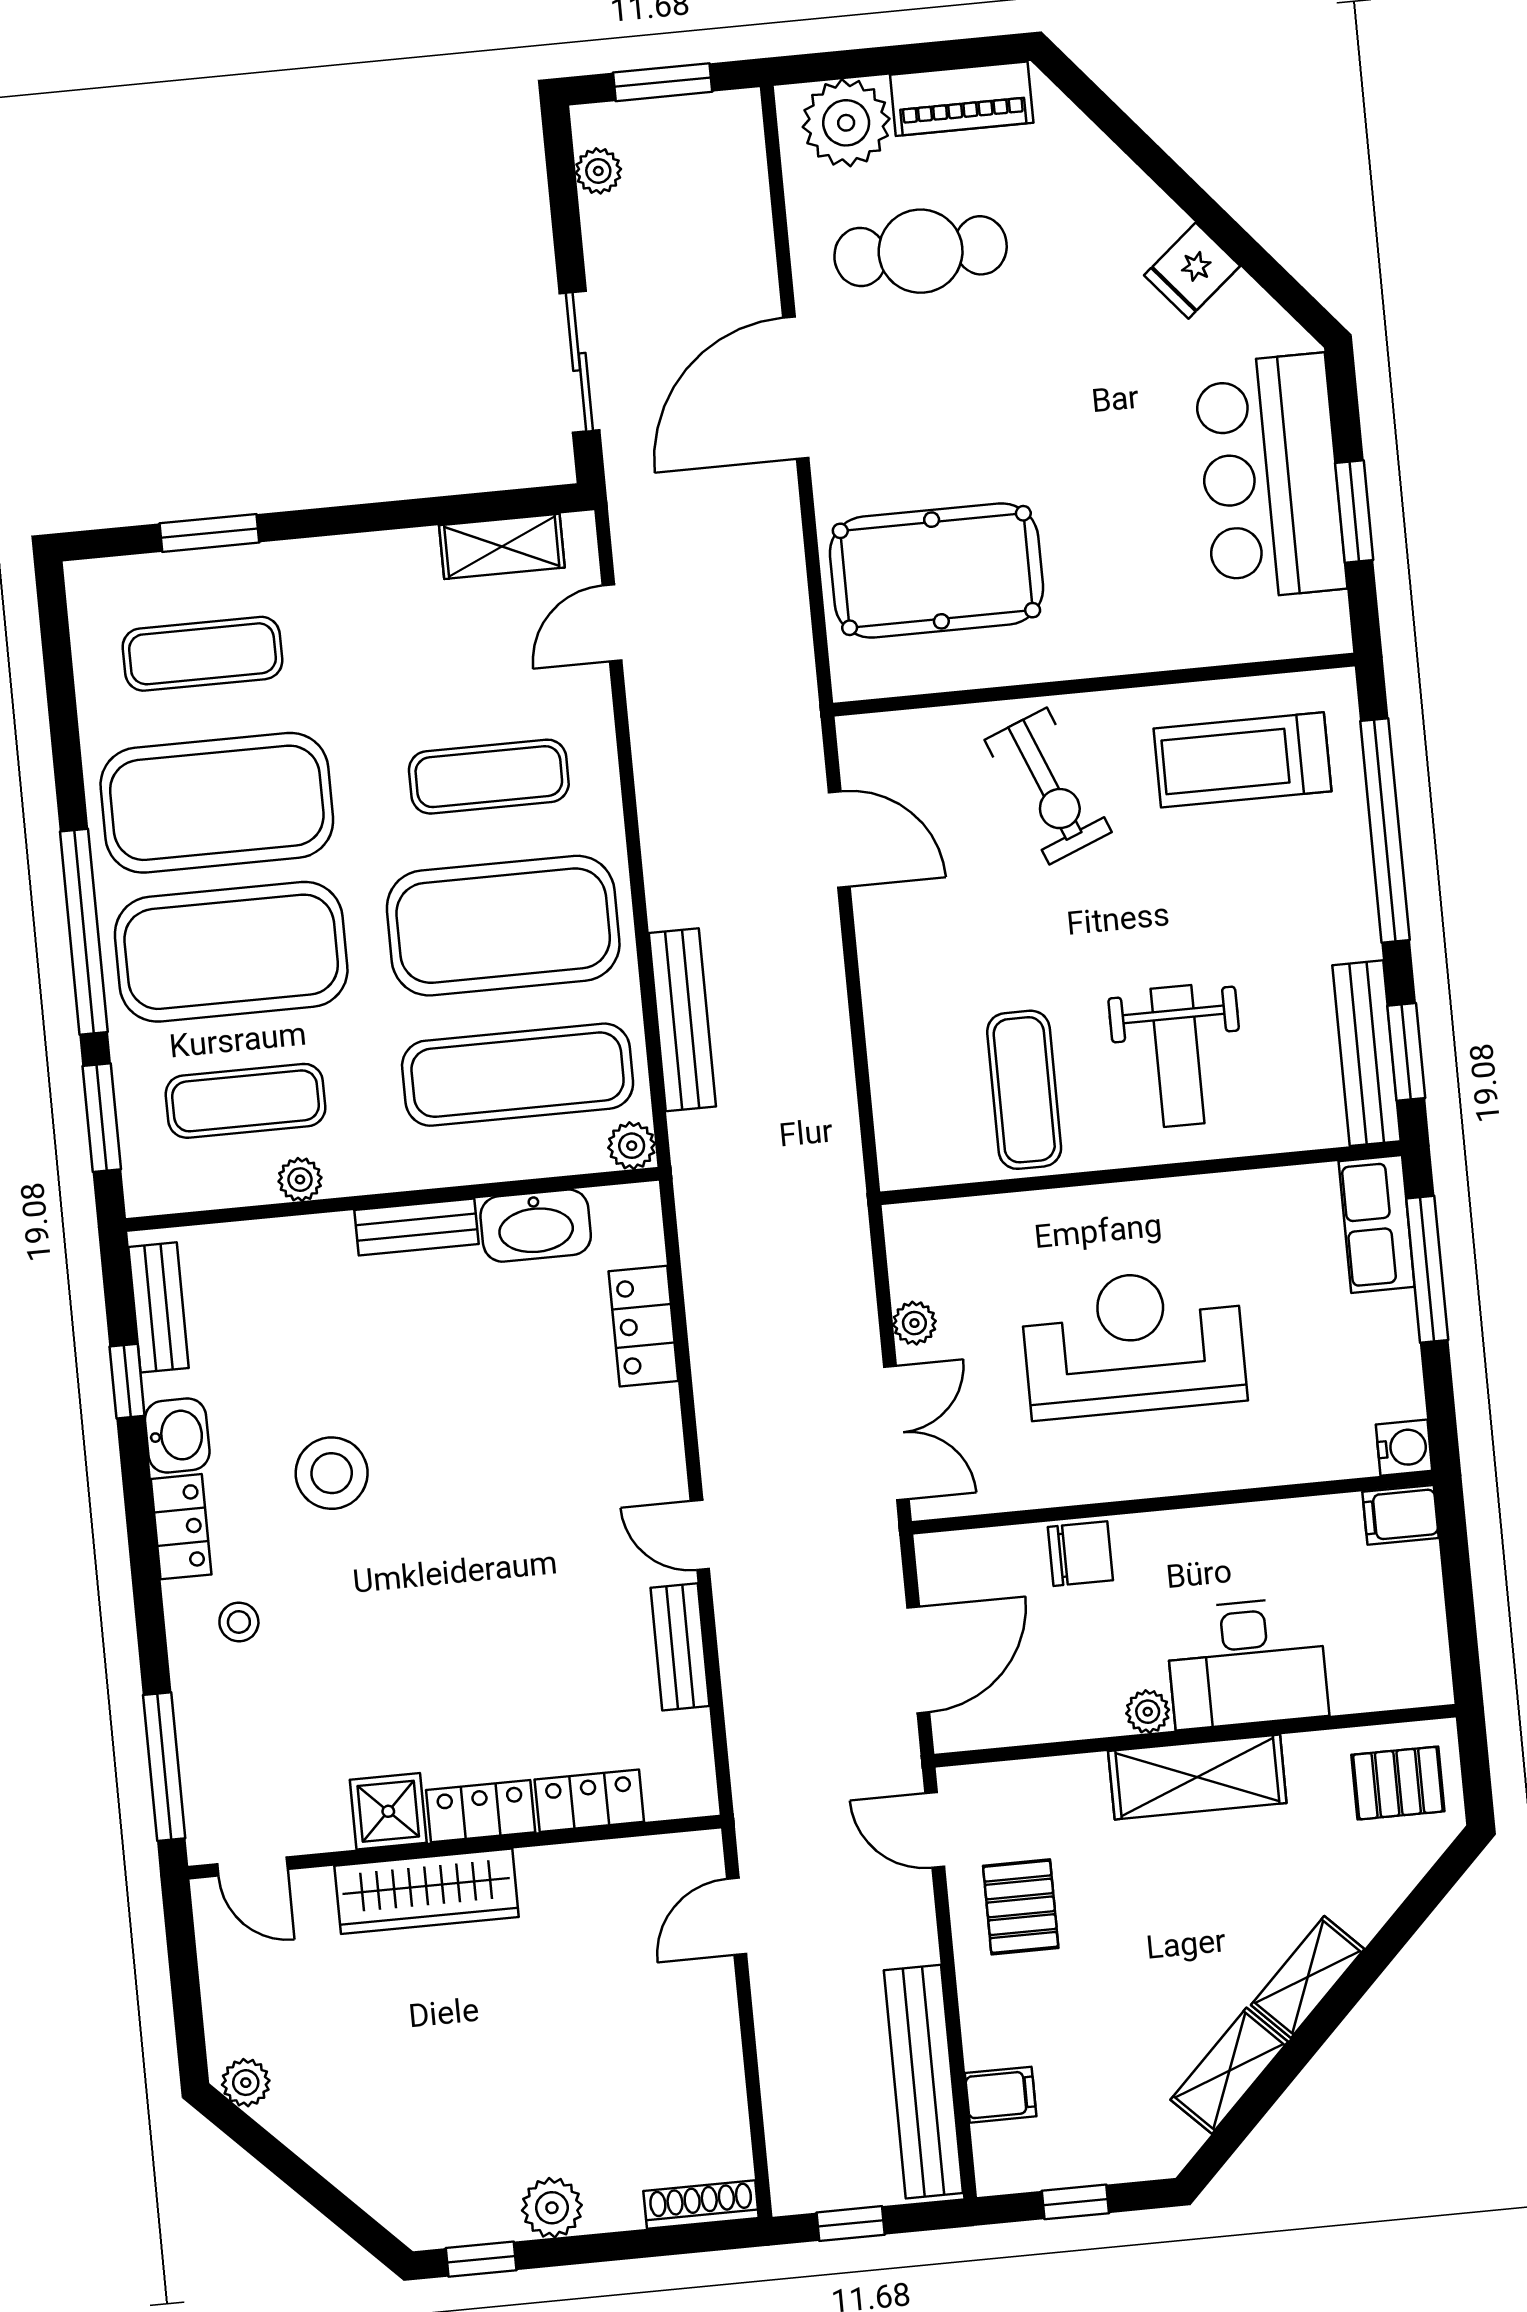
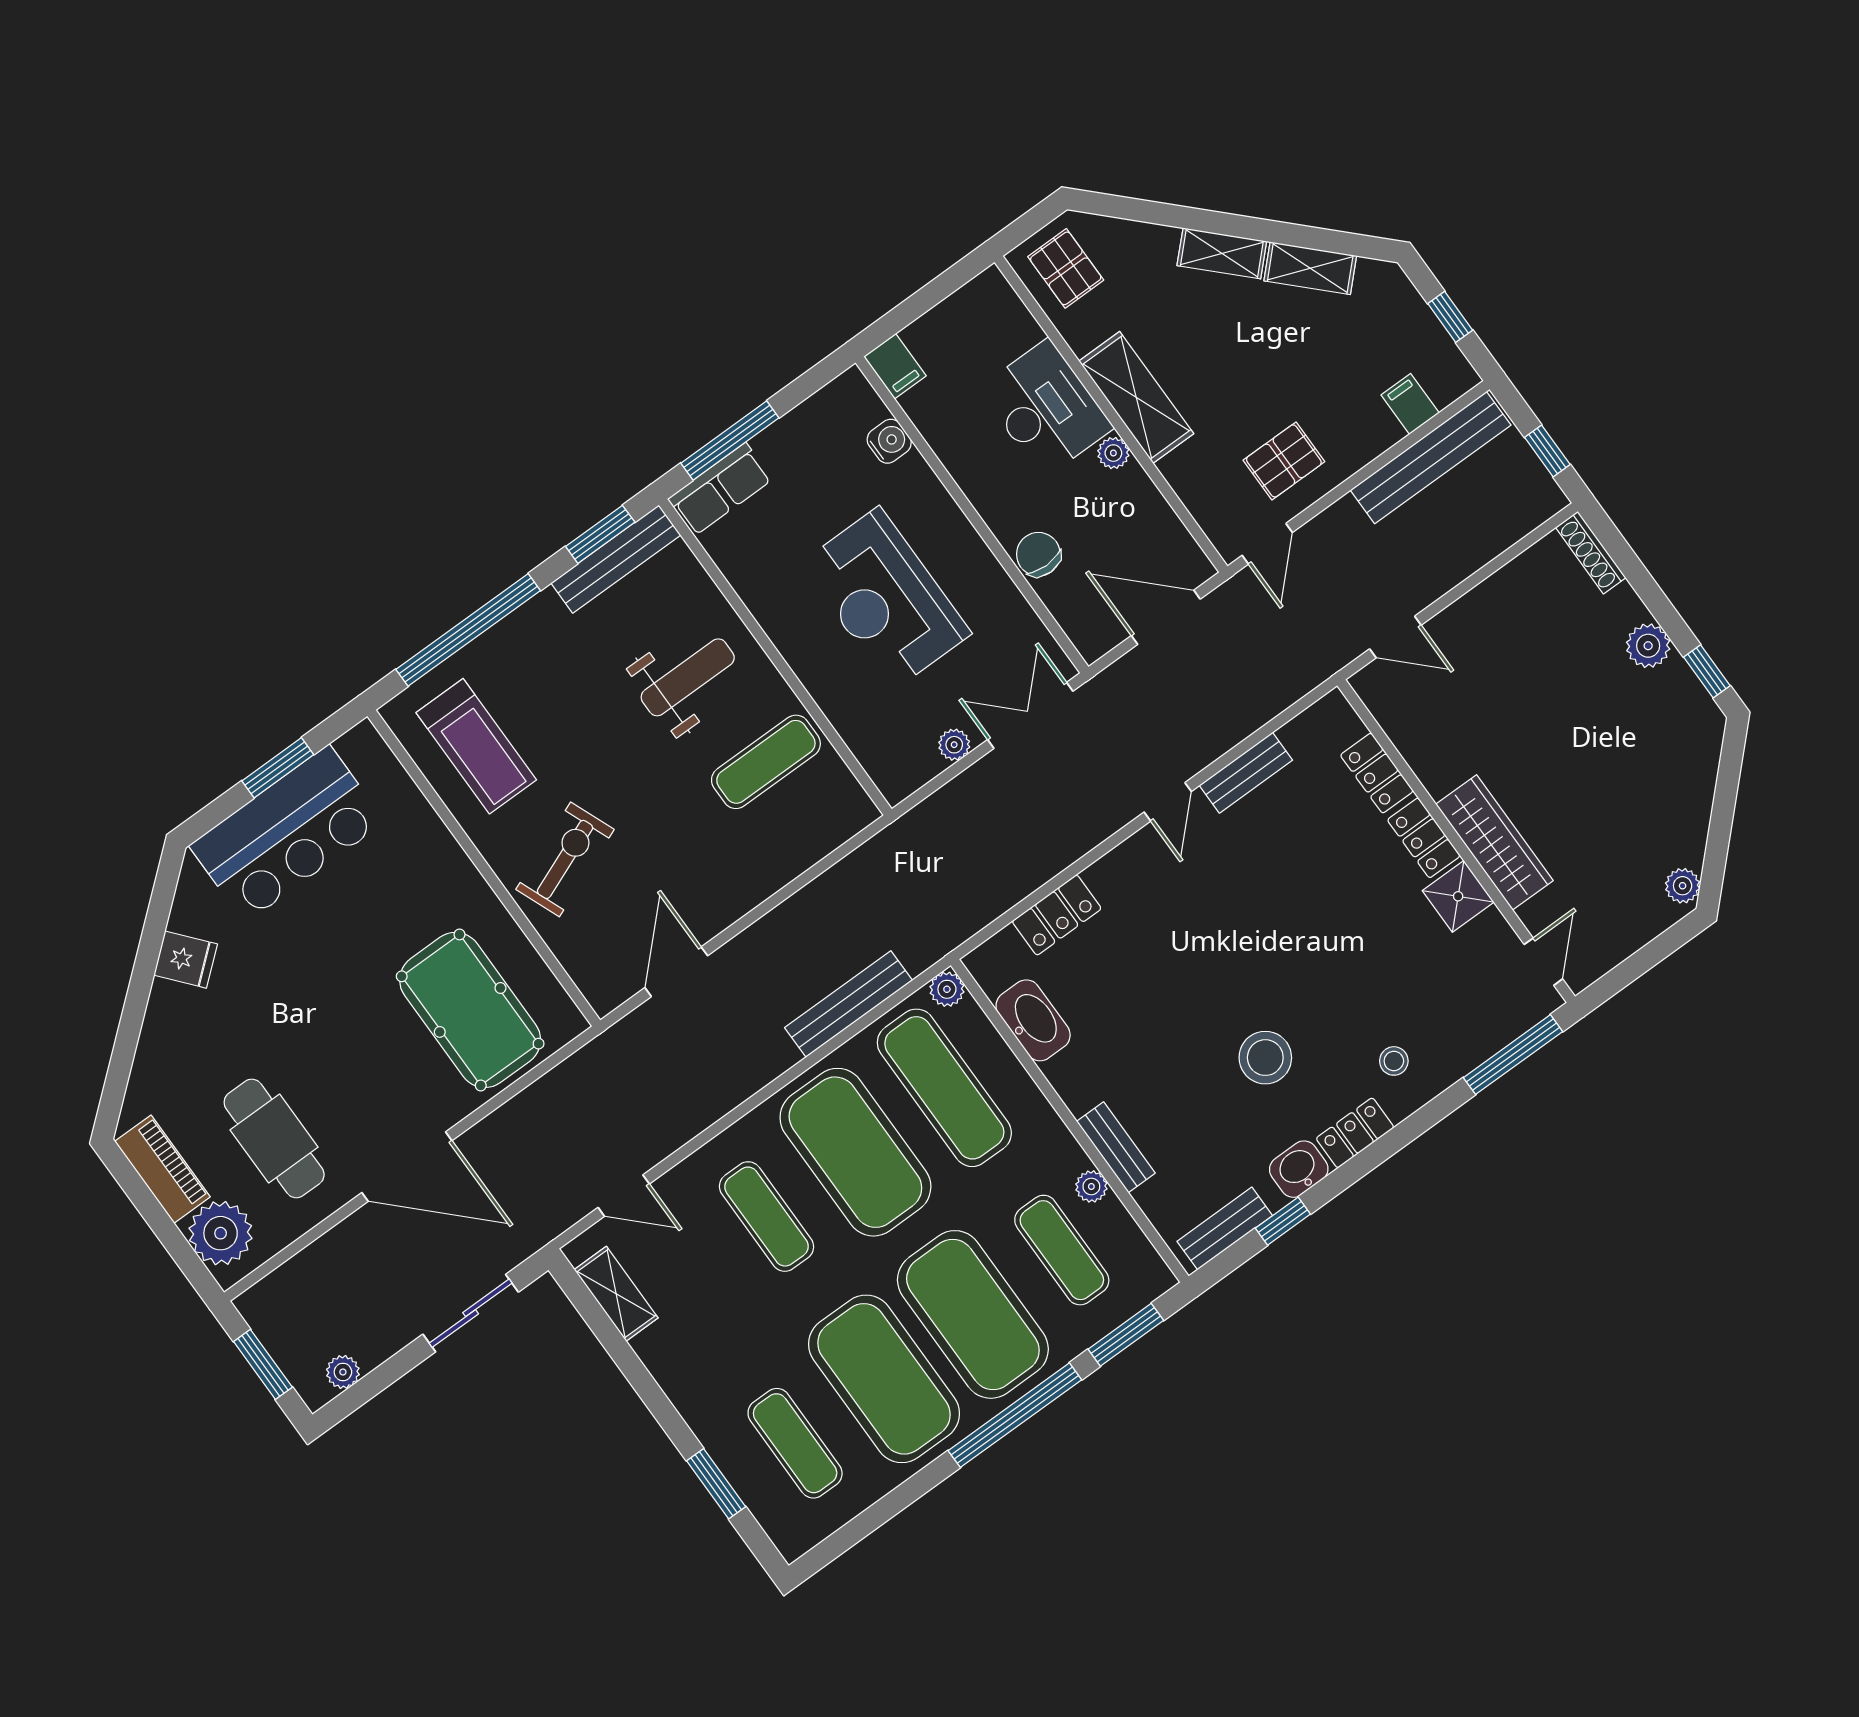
bench: (417, 1227) -> (1116, 1147), moved
water cooler: (1404, 1448) -> (889, 441), moved, turned 90

